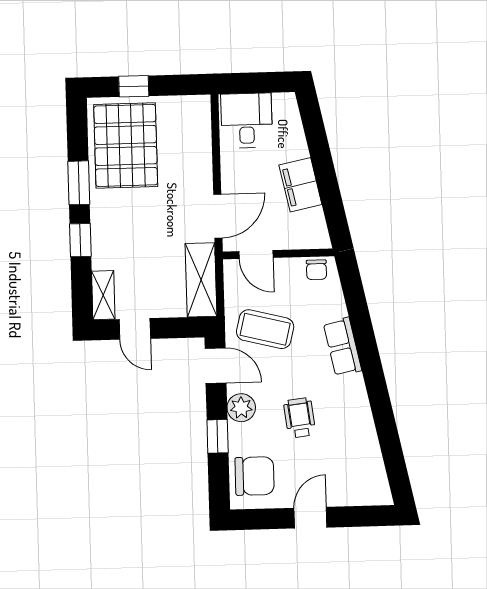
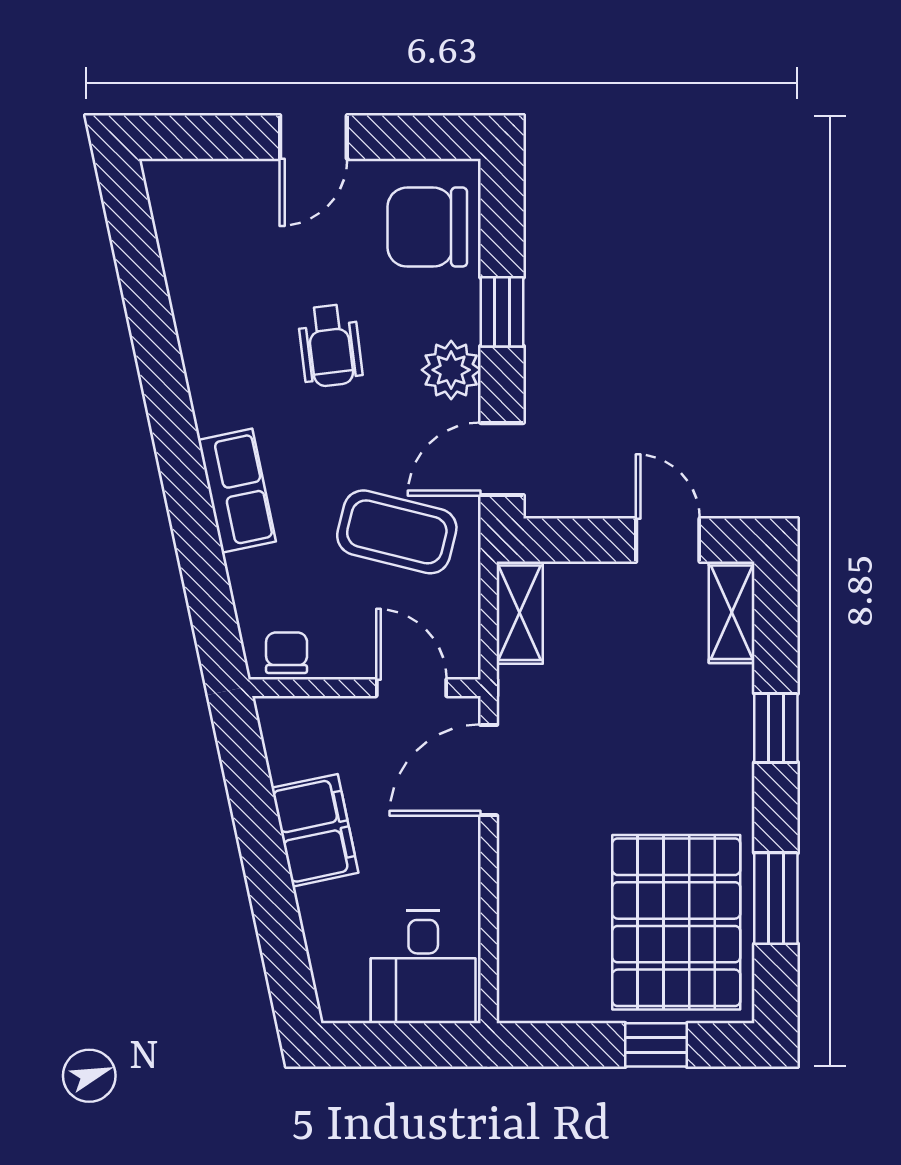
window: (79, 183) -> (776, 898), moved
shelving: (201, 280) -> (520, 613), width x0.67, depth x0.75
door: (216, 366) -> (502, 459), hinge flipped

